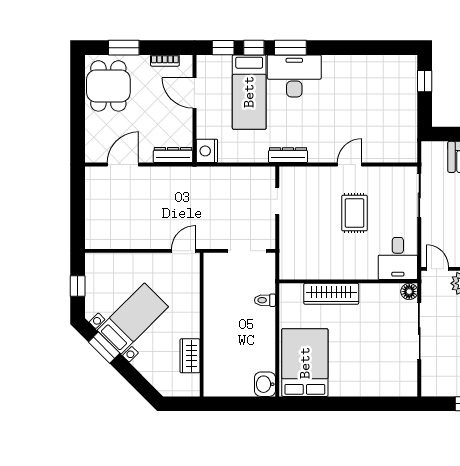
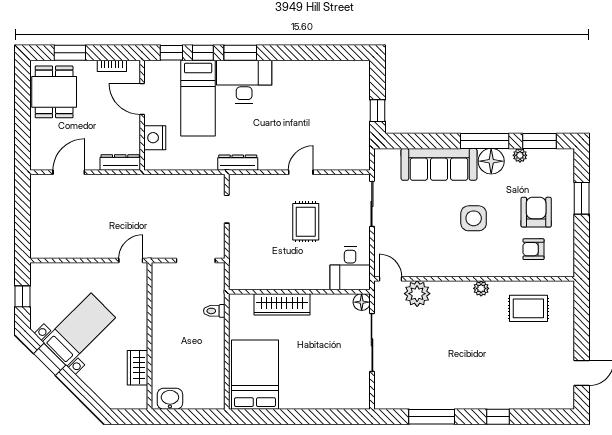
window: (425, 81) -> (378, 111), moved
nightstand: (207, 151) -> (155, 138), moved
washbasin: (265, 384) -> (170, 399), moved, turned 90

